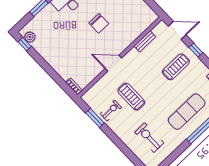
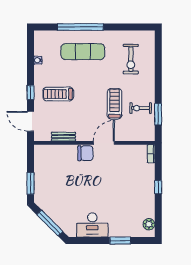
chair: (99, 23) -> (85, 153), moved, turned 90
window: (25, 44) -> (158, 187), moved
door: (113, 63) -> (104, 143), swing flipped
treadmill: (131, 97) -> (114, 104), turned 180

